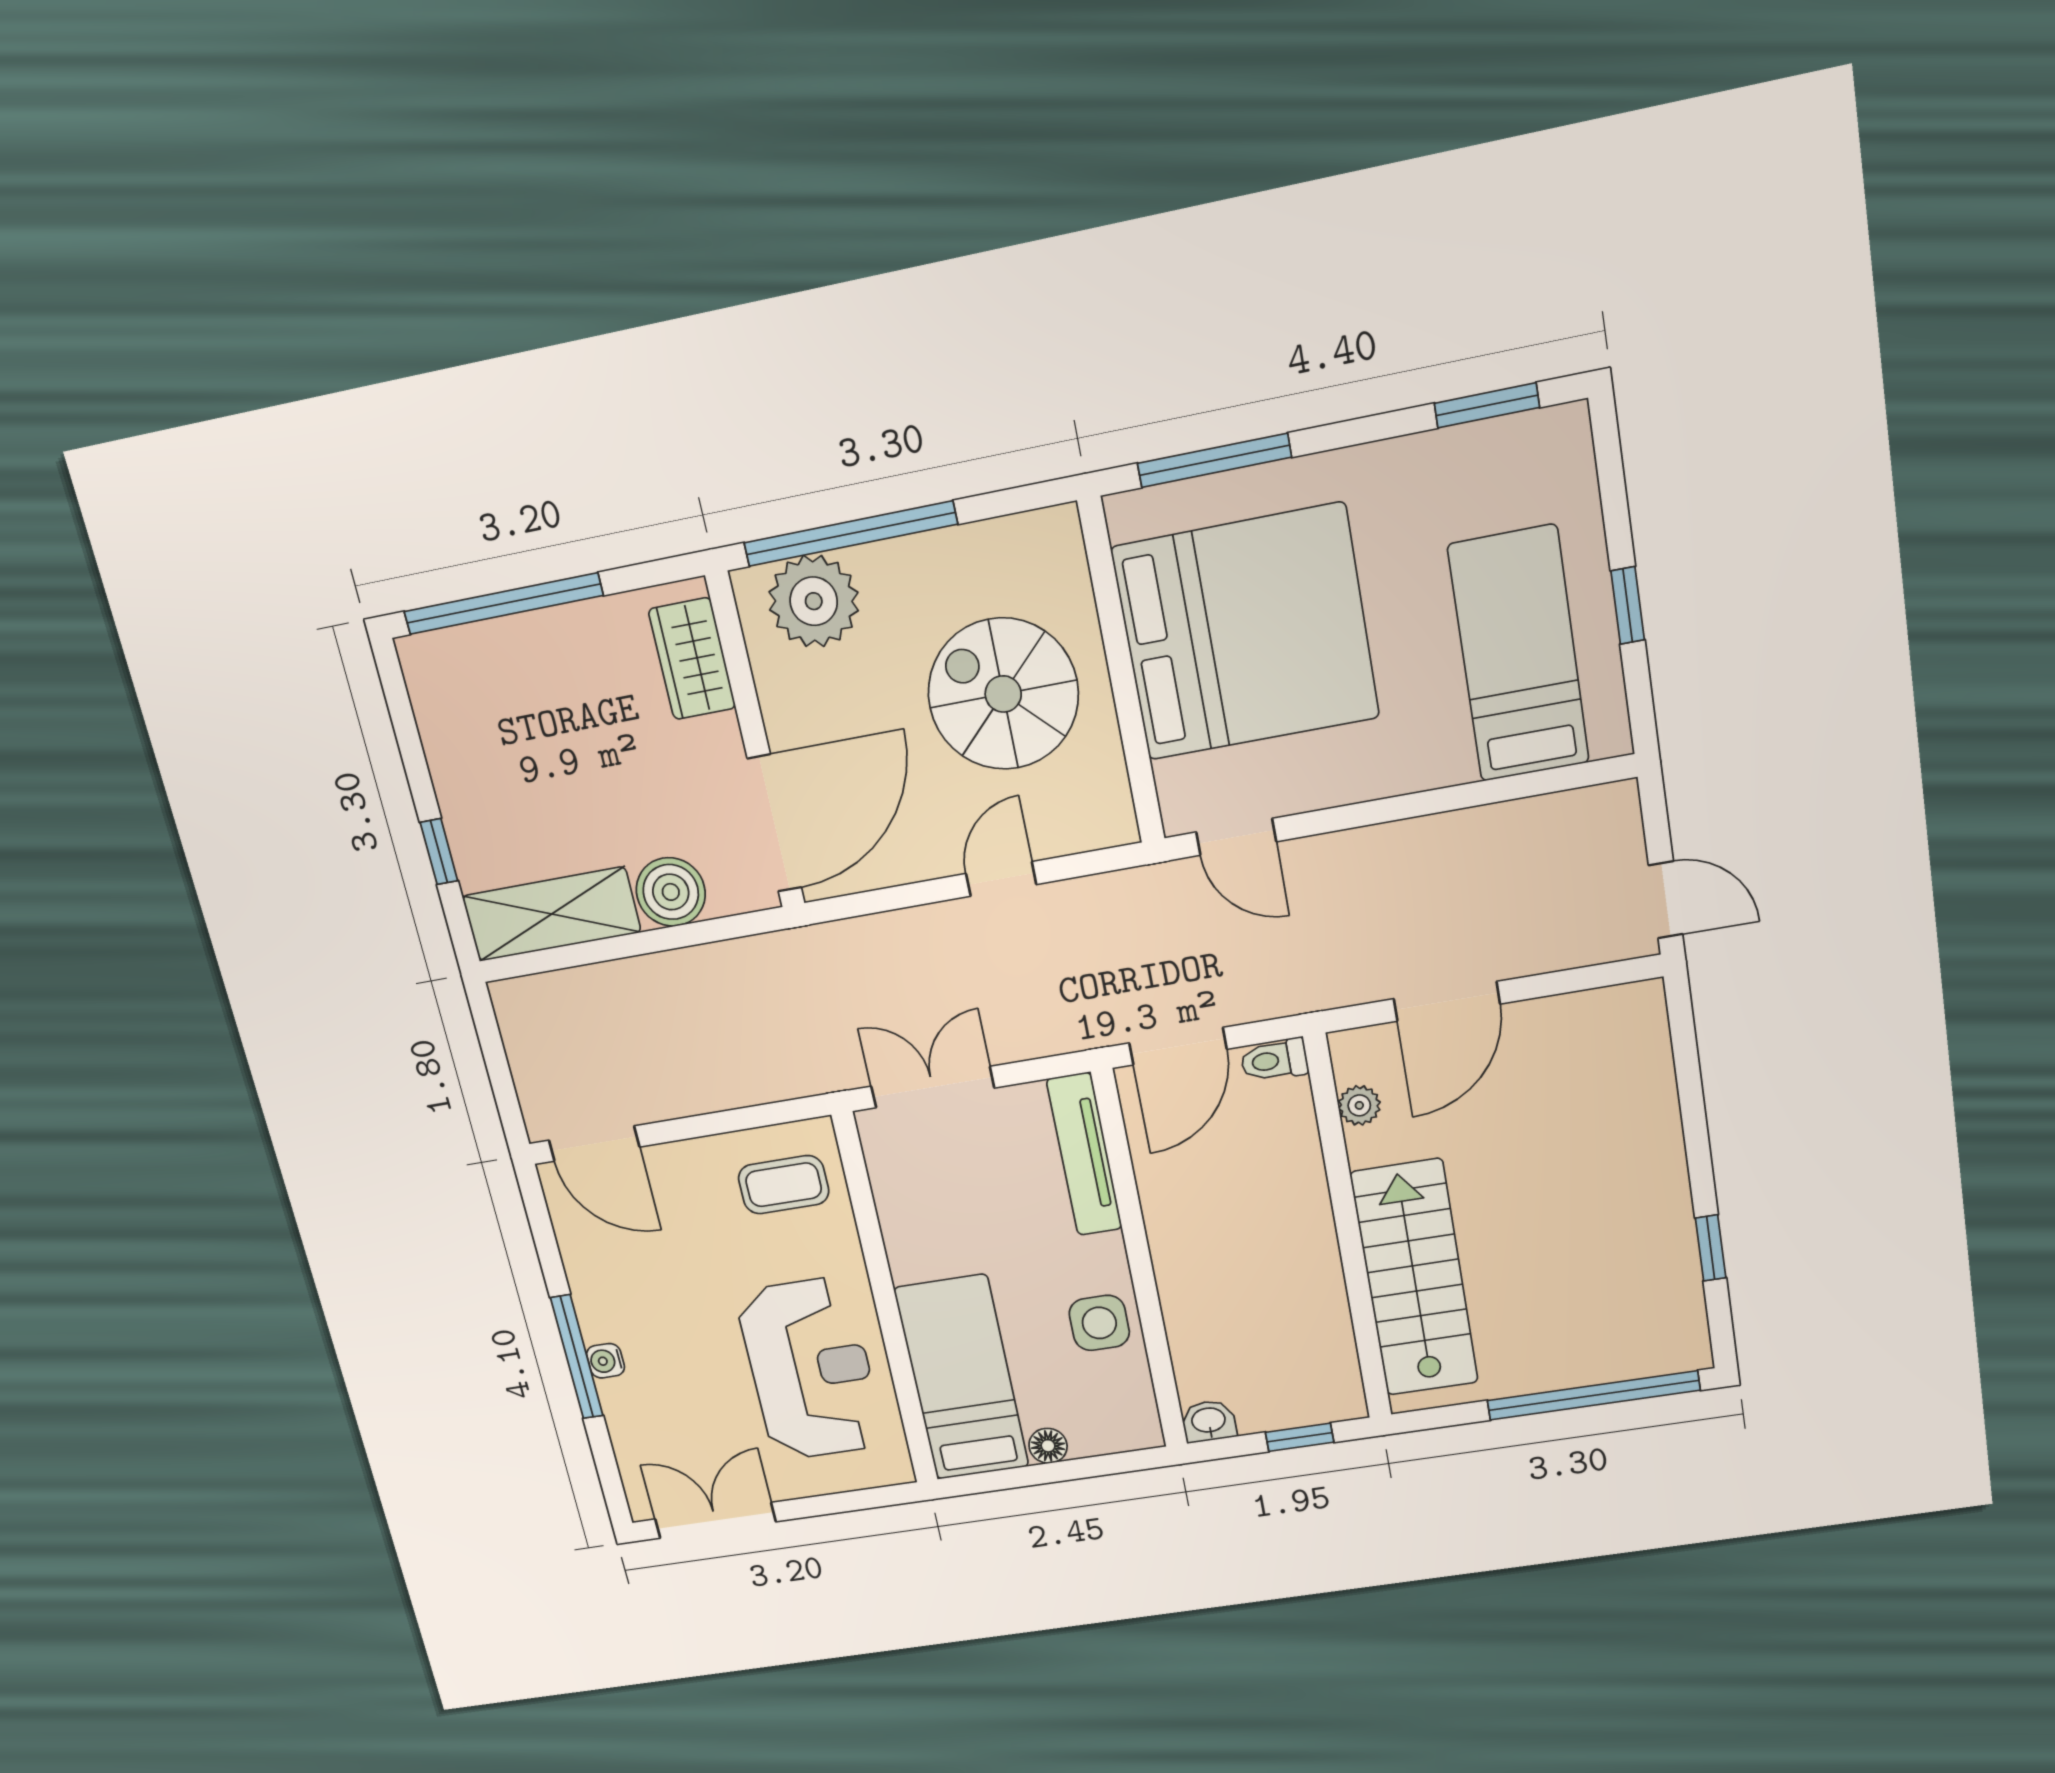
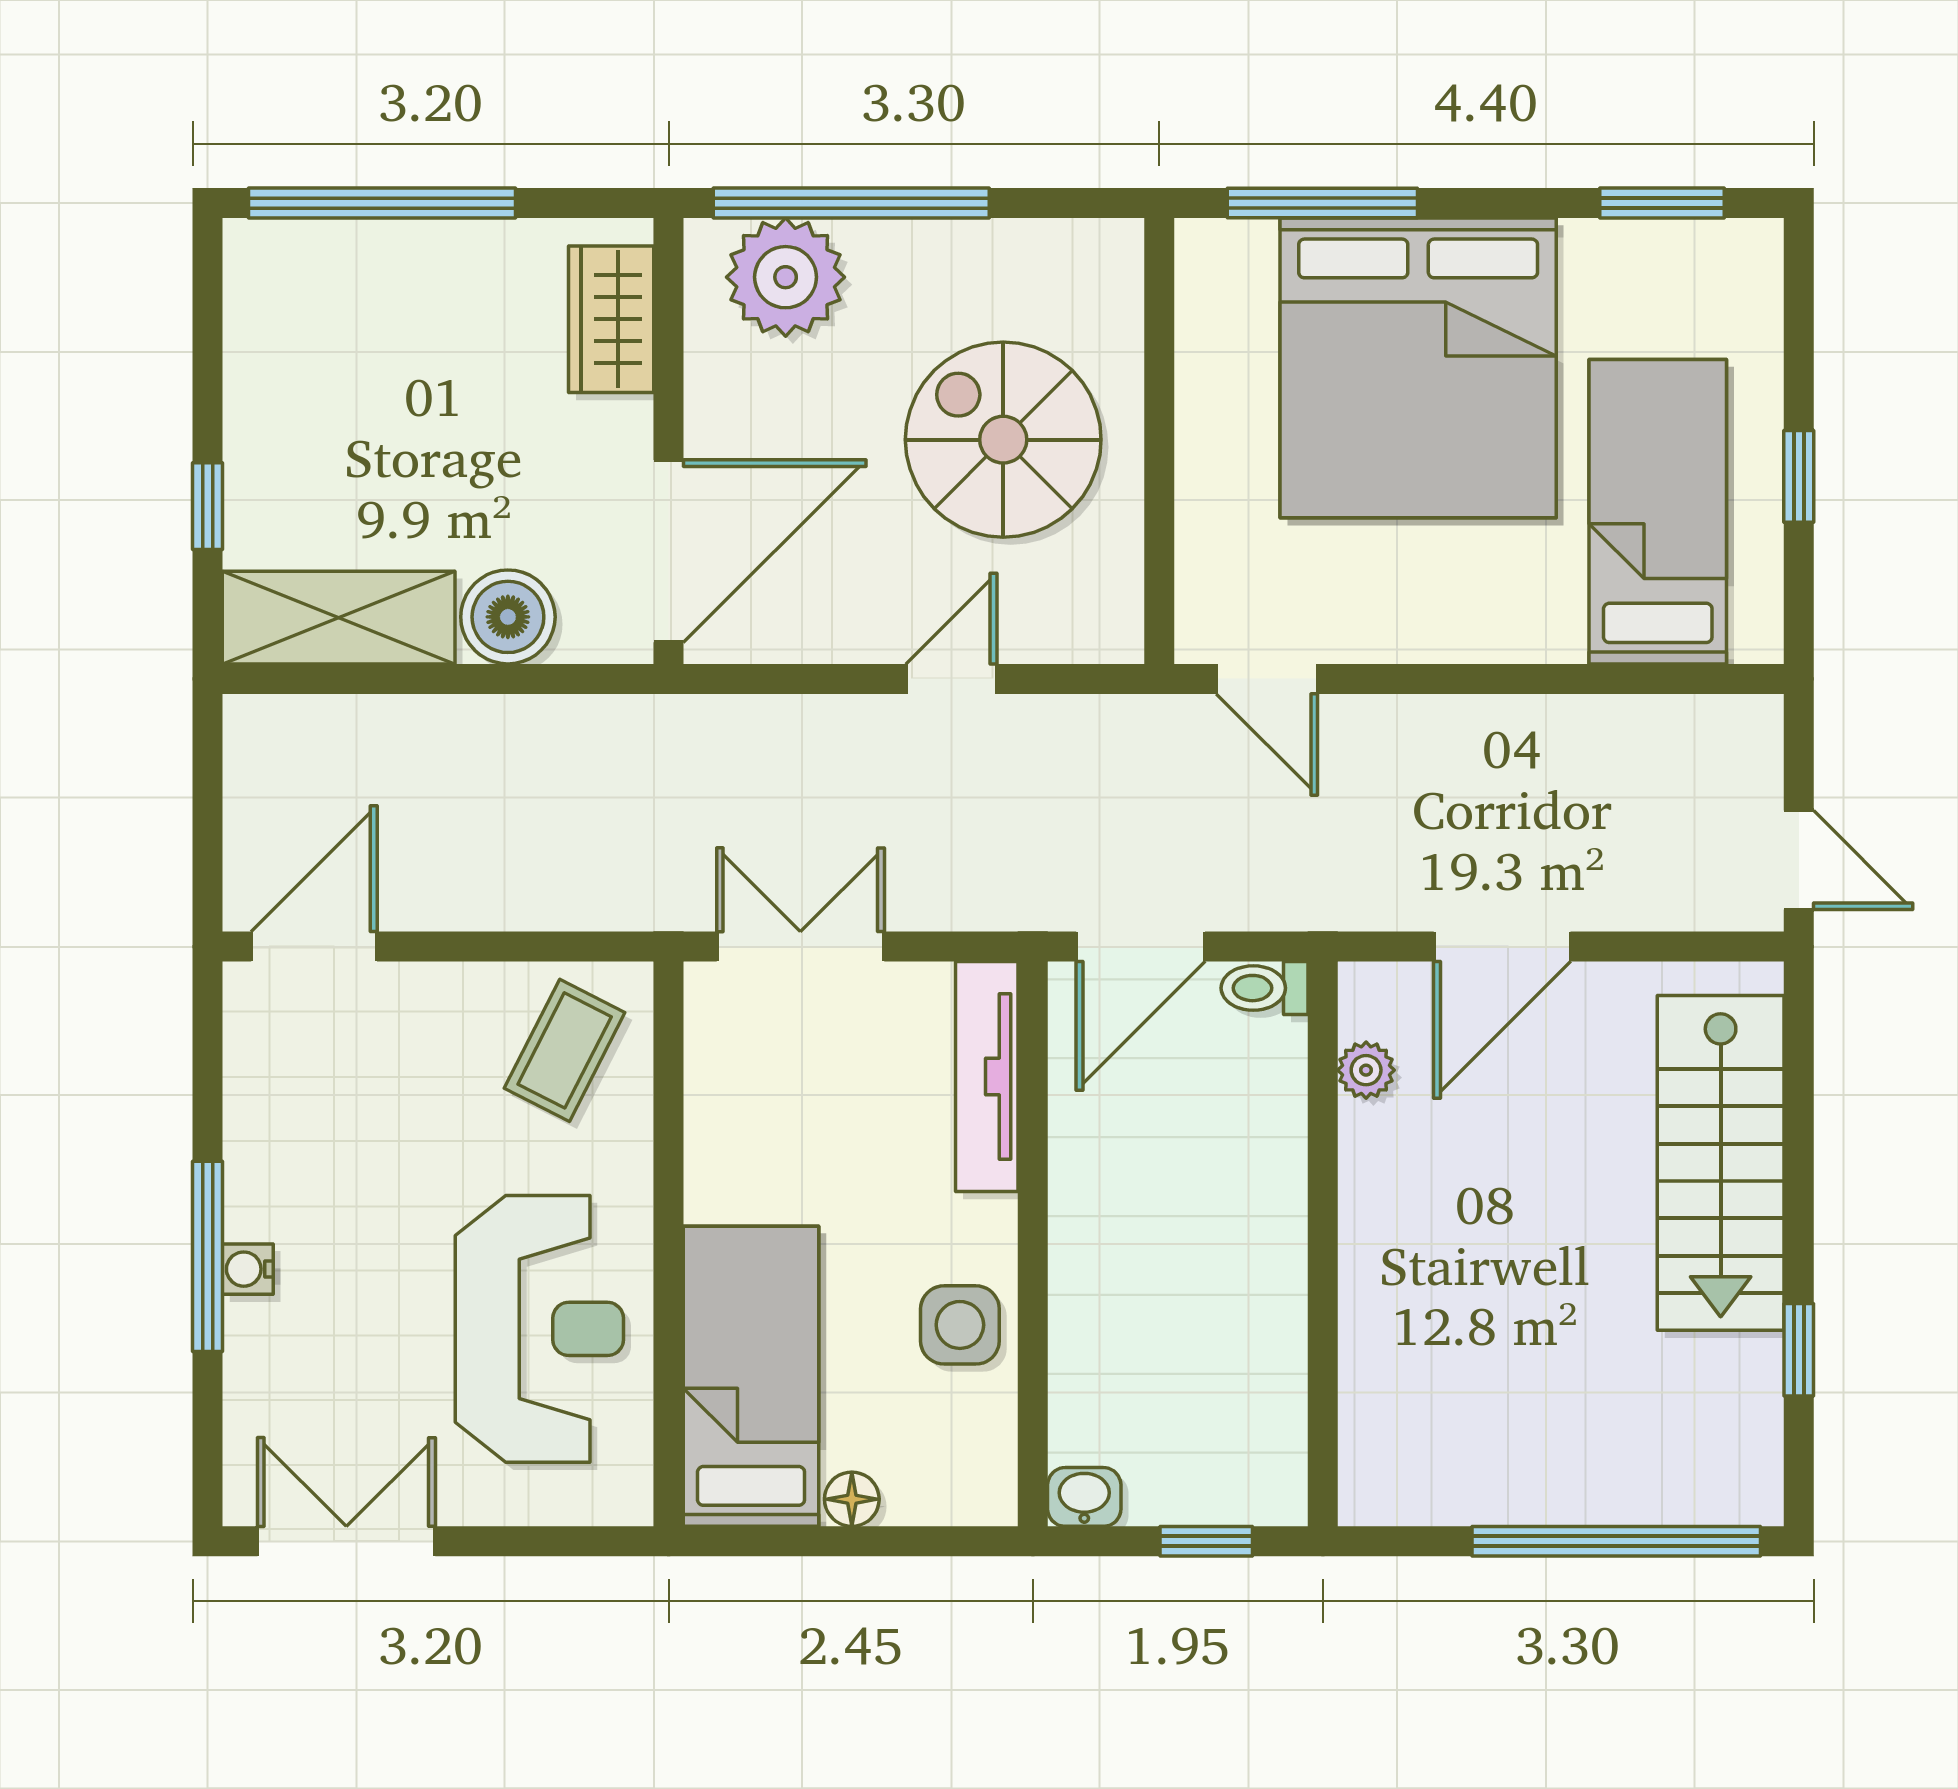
bed: (1246, 633) -> (1418, 368), moved, turned 90
door: (594, 1144) -> (314, 947), swing flipped
coffee table: (784, 1185) -> (565, 1050), turned -63
stairs: (1414, 1278) -> (1721, 1163), moved, turned 180

